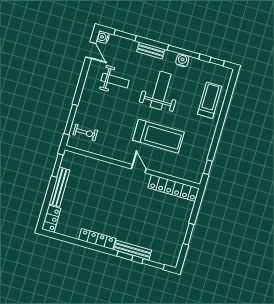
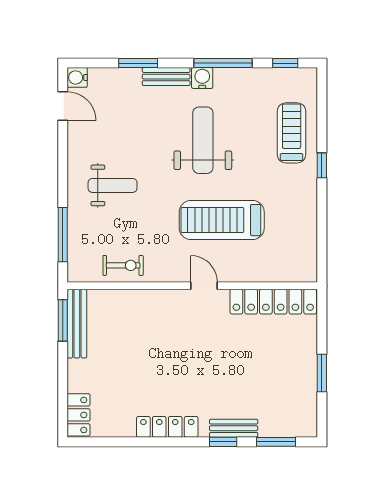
window: (125, 35) -> (138, 63), moved
water cooler: (182, 60) -> (202, 78), moved
weight bench: (115, 80) -> (113, 185), moved
exercise bike: (85, 132) -> (123, 265), moved
treadmill: (158, 136) -> (222, 220), turned 180
window: (208, 167) -> (322, 165), moved
bench: (59, 187) -> (77, 324), moved
bench: (133, 250) -> (234, 428), width x0.73

